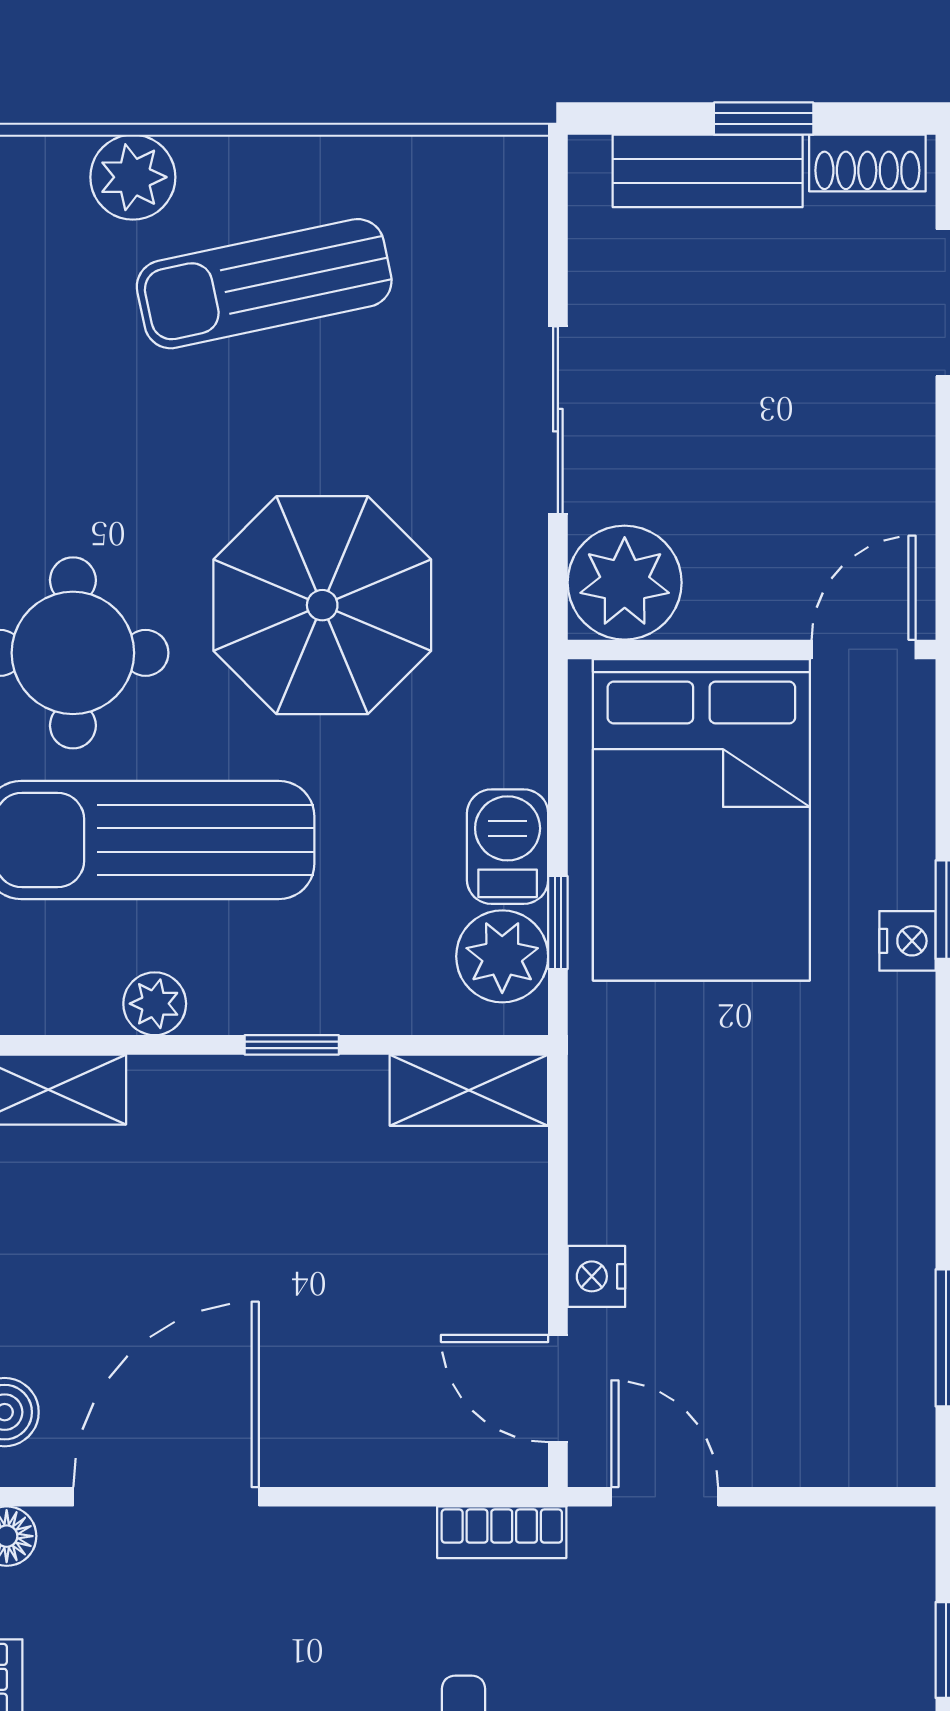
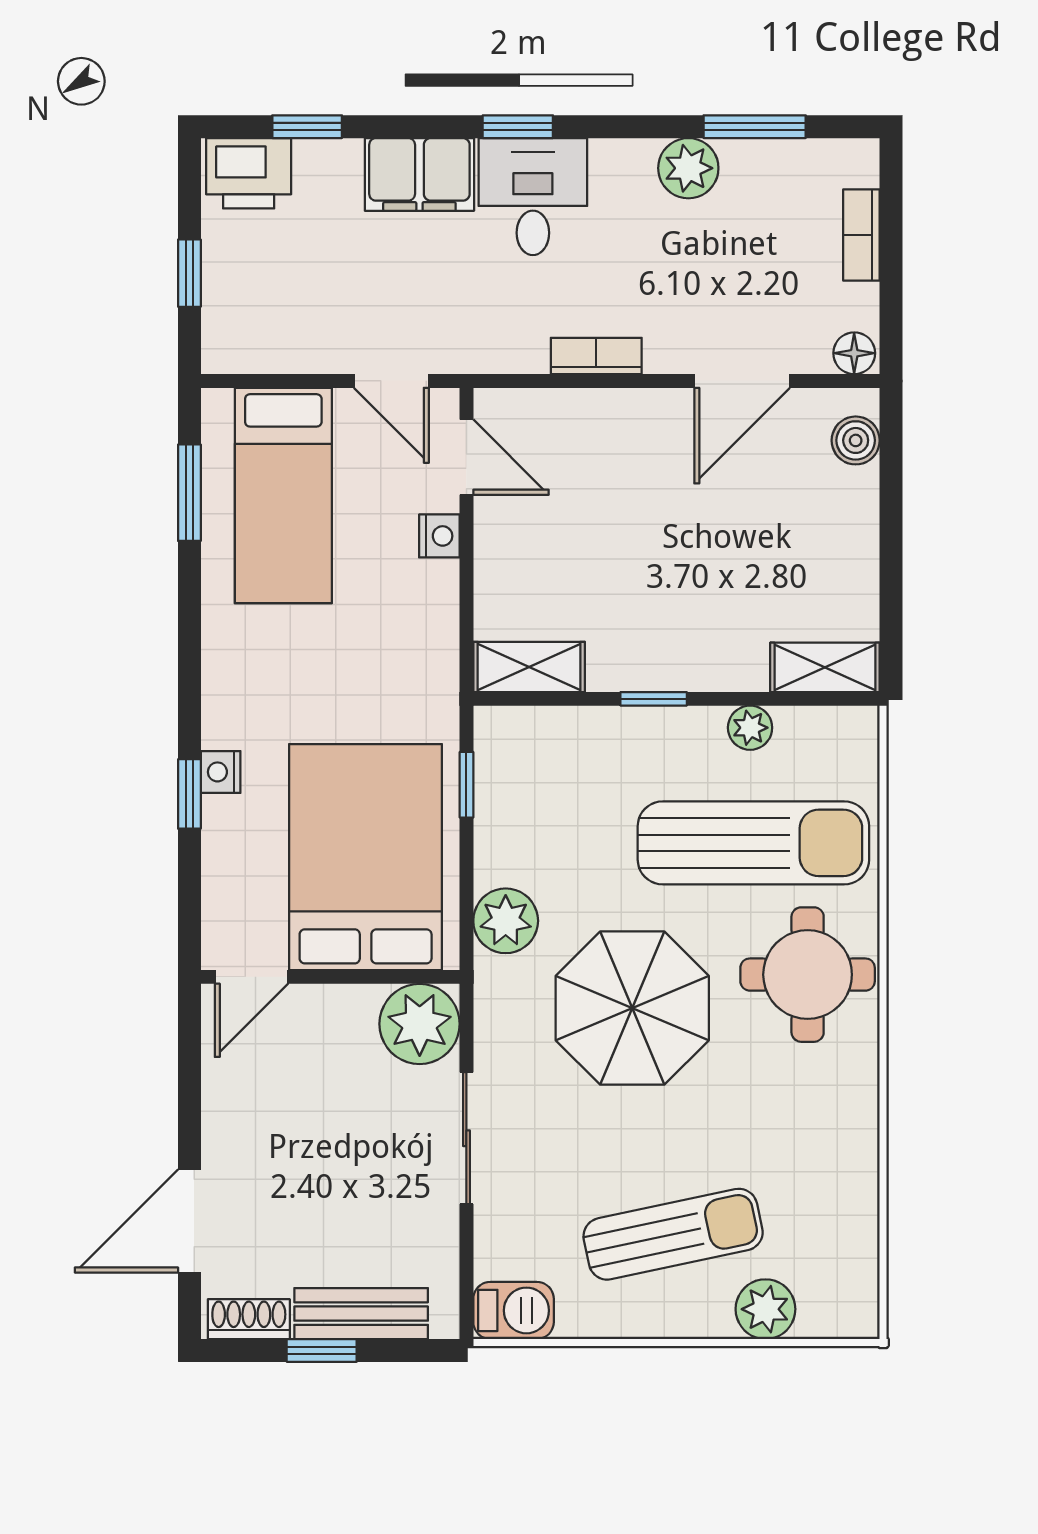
barbecue: (508, 847) -> (514, 1310), moved, turned -90
plant: (502, 956) -> (506, 921), moved
bed: (818, 1334) -> (283, 495), added
door: (166, 1497) -> (742, 381), width x0.73
bookcase: (502, 1532) -> (596, 356), moved

